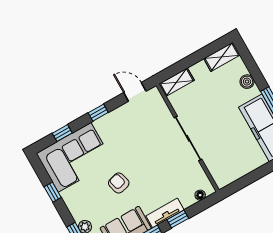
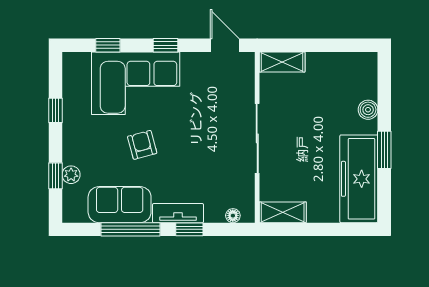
shelving: (222, 57) -> (283, 212), moved
corner sofa: (75, 157) -> (136, 83), moved

